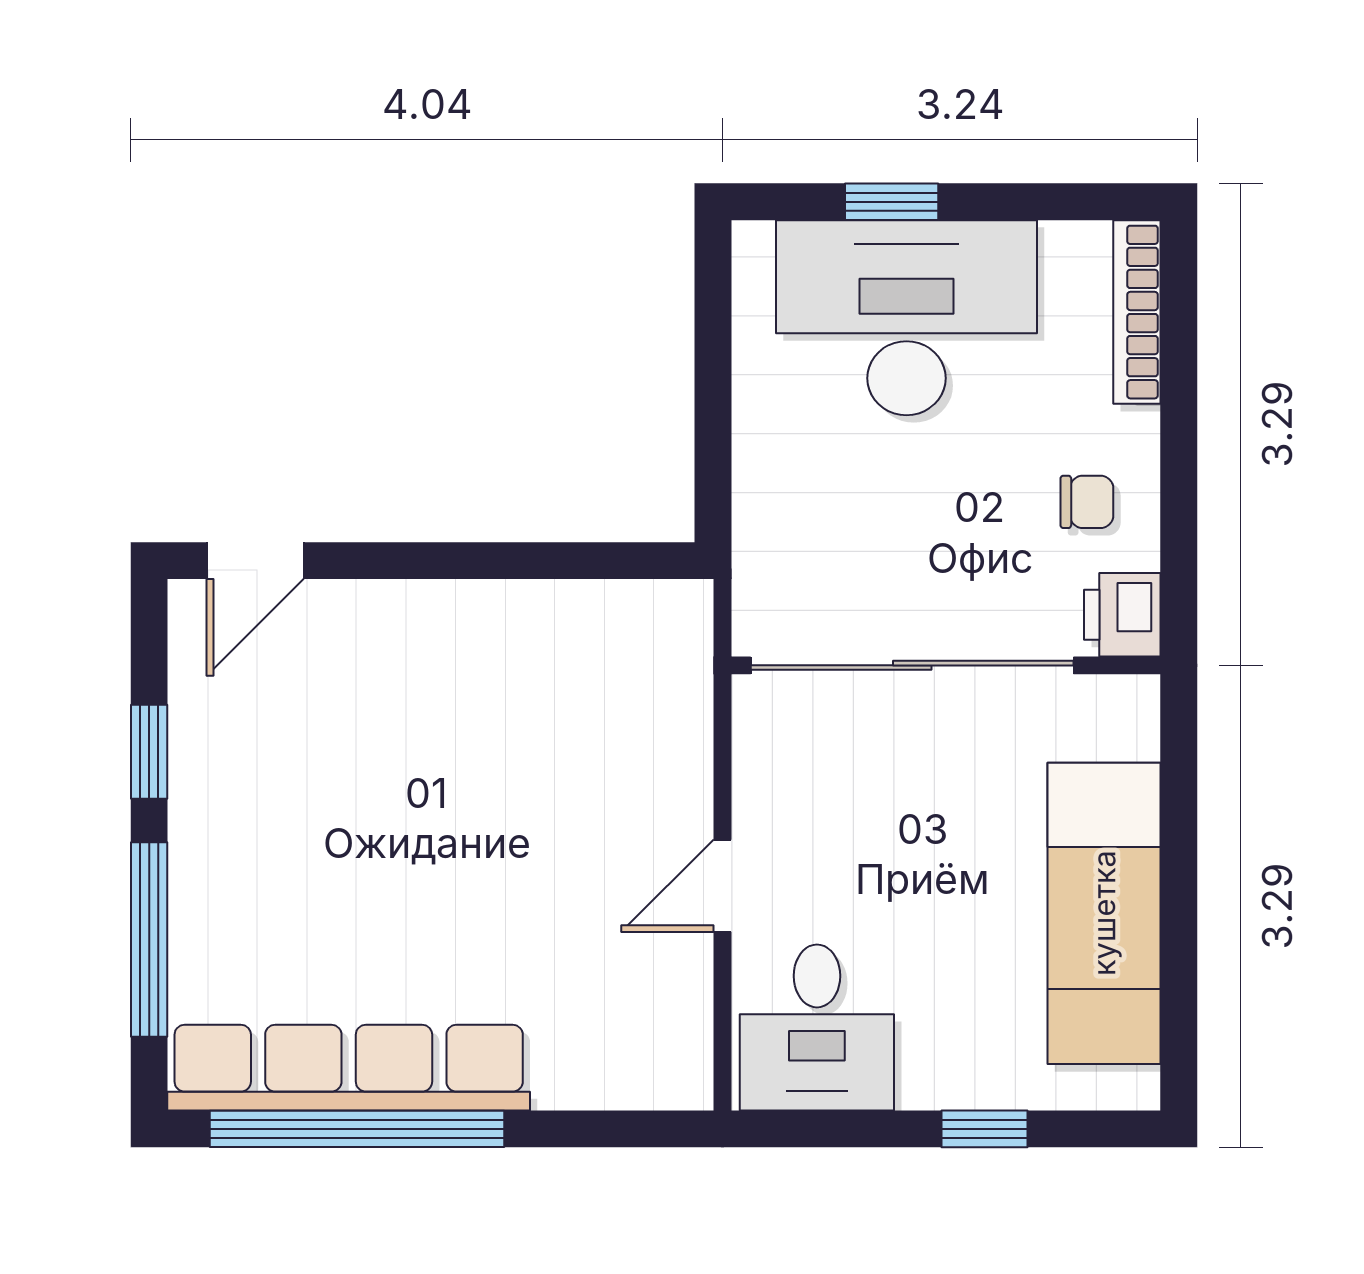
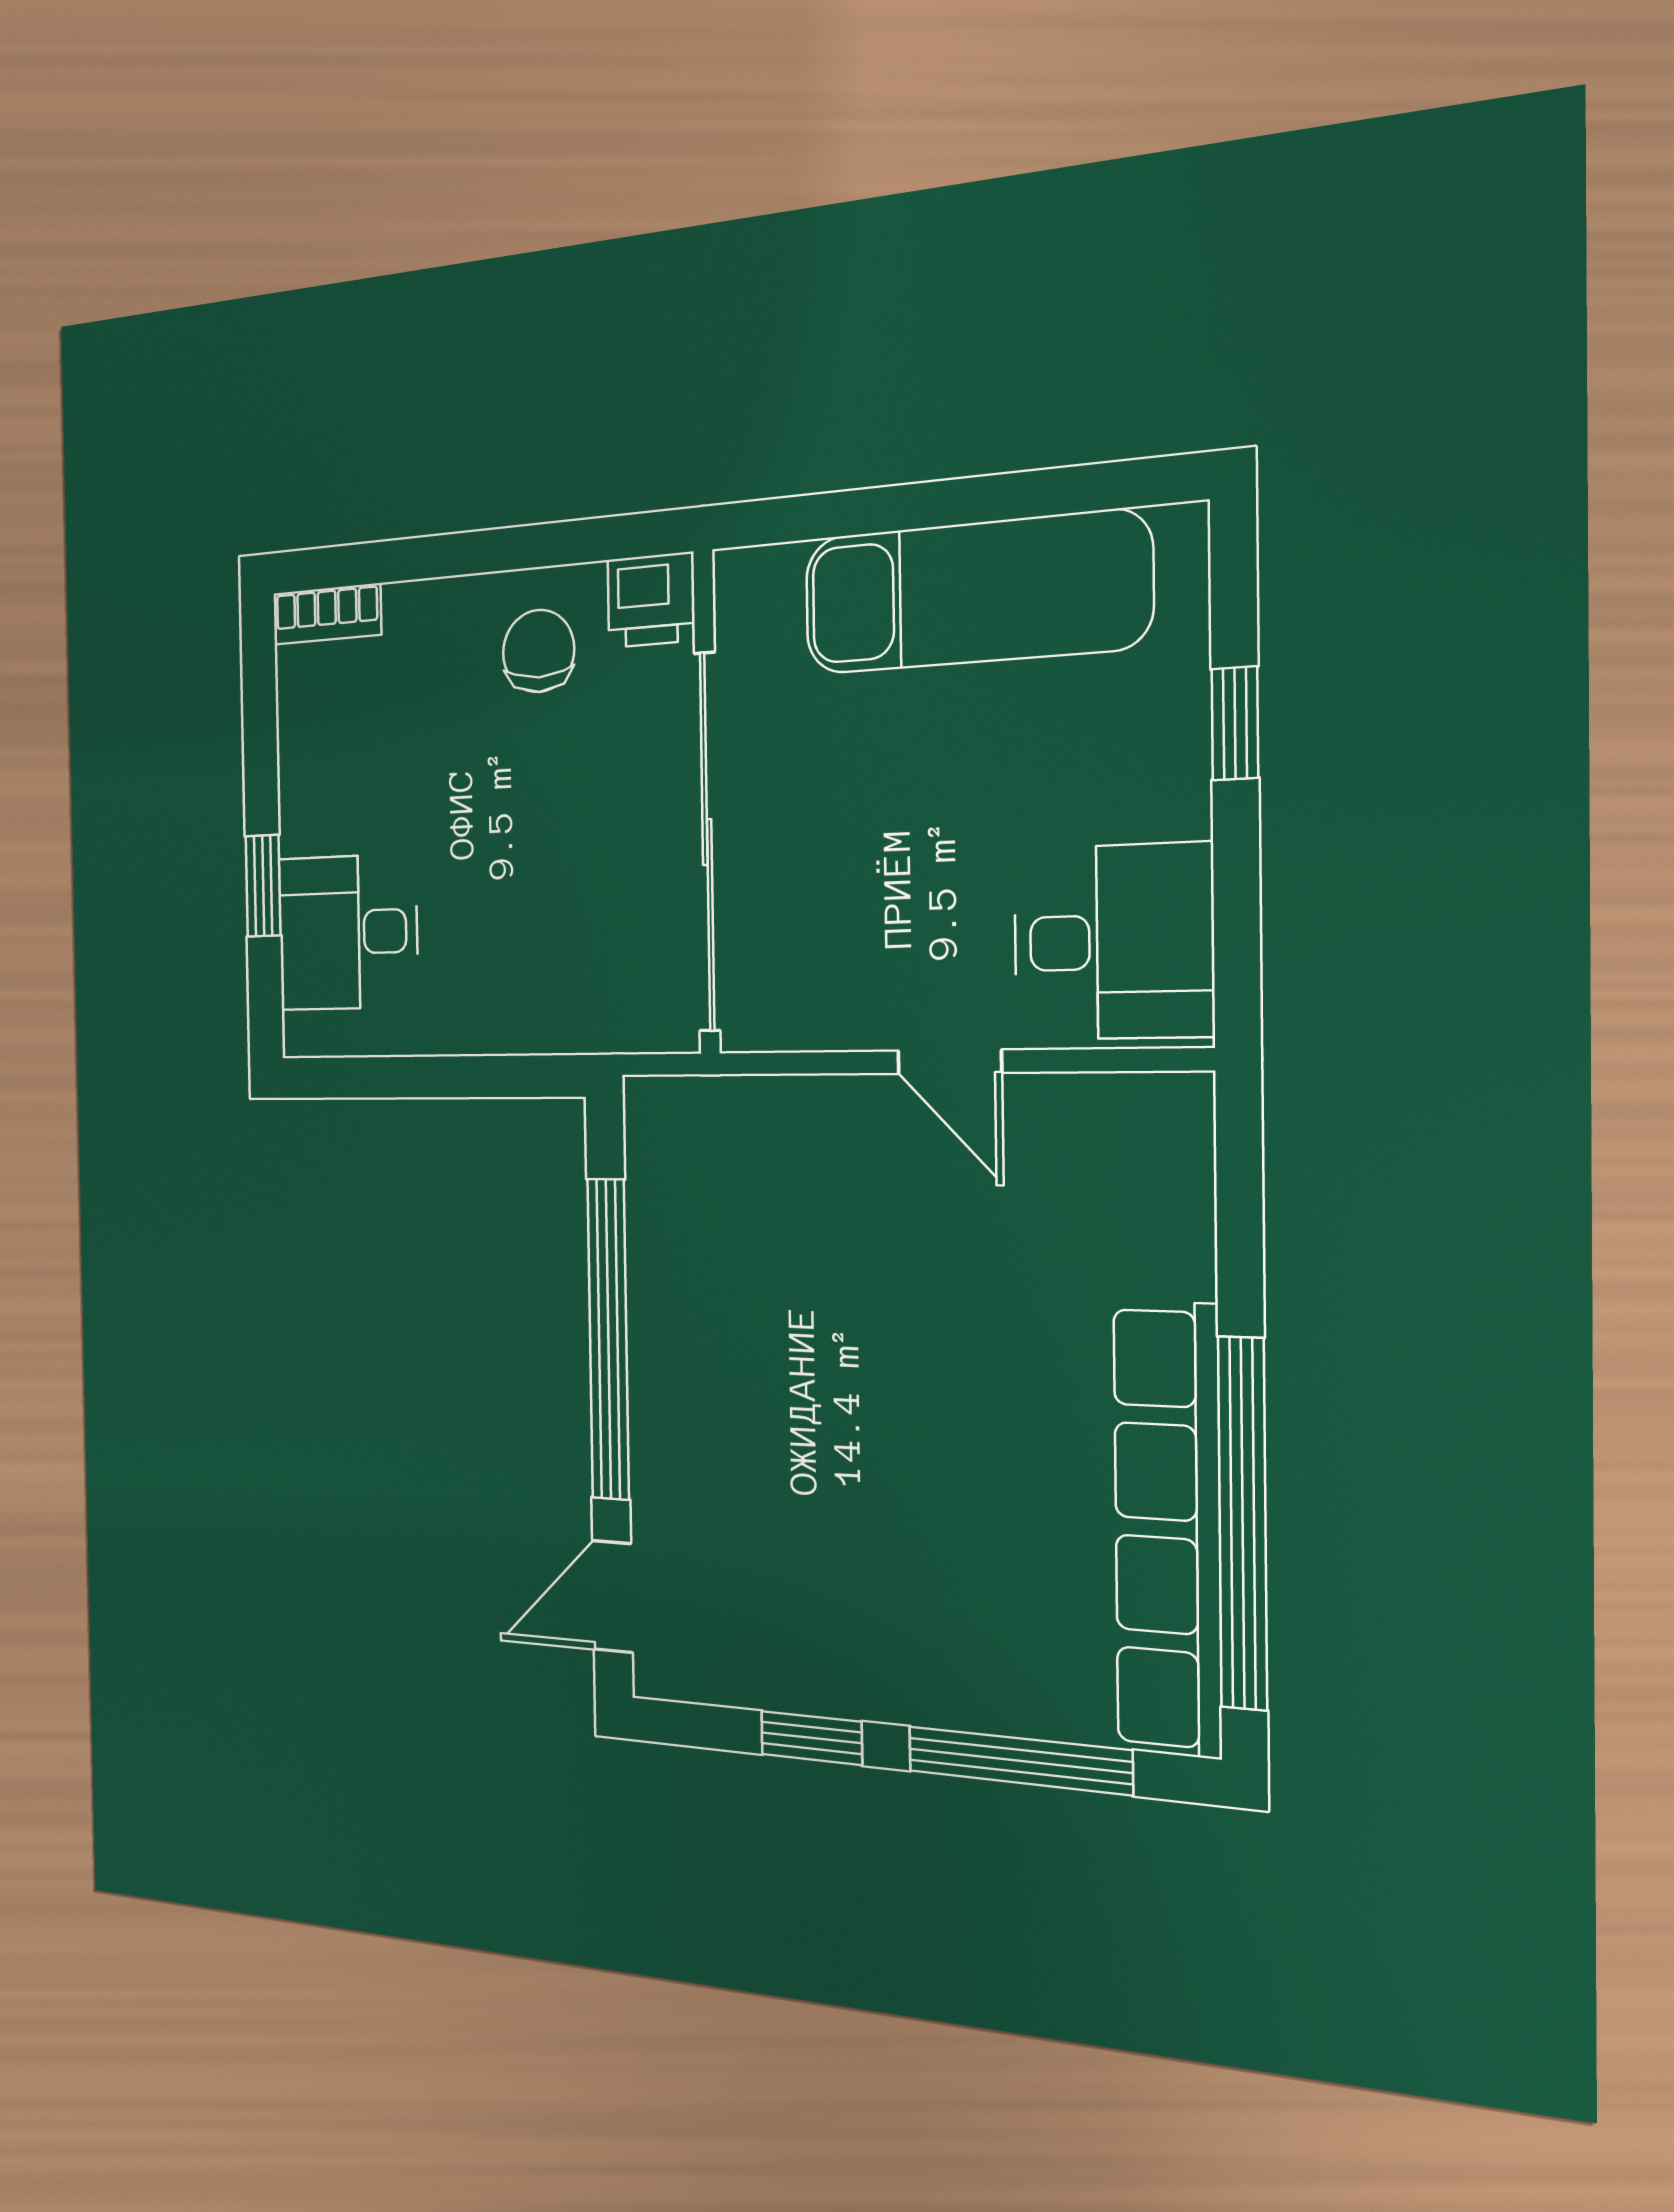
bookcase: (1137, 312) -> (327, 614), width x0.64
desk: (906, 318) -> (348, 932), width x0.53, depth x0.77
chair: (1087, 502) -> (539, 651), width x1.37, depth x1.37
door: (255, 561) -> (612, 1597), swing flipped
window: (482, 561) -> (608, 1339), added

